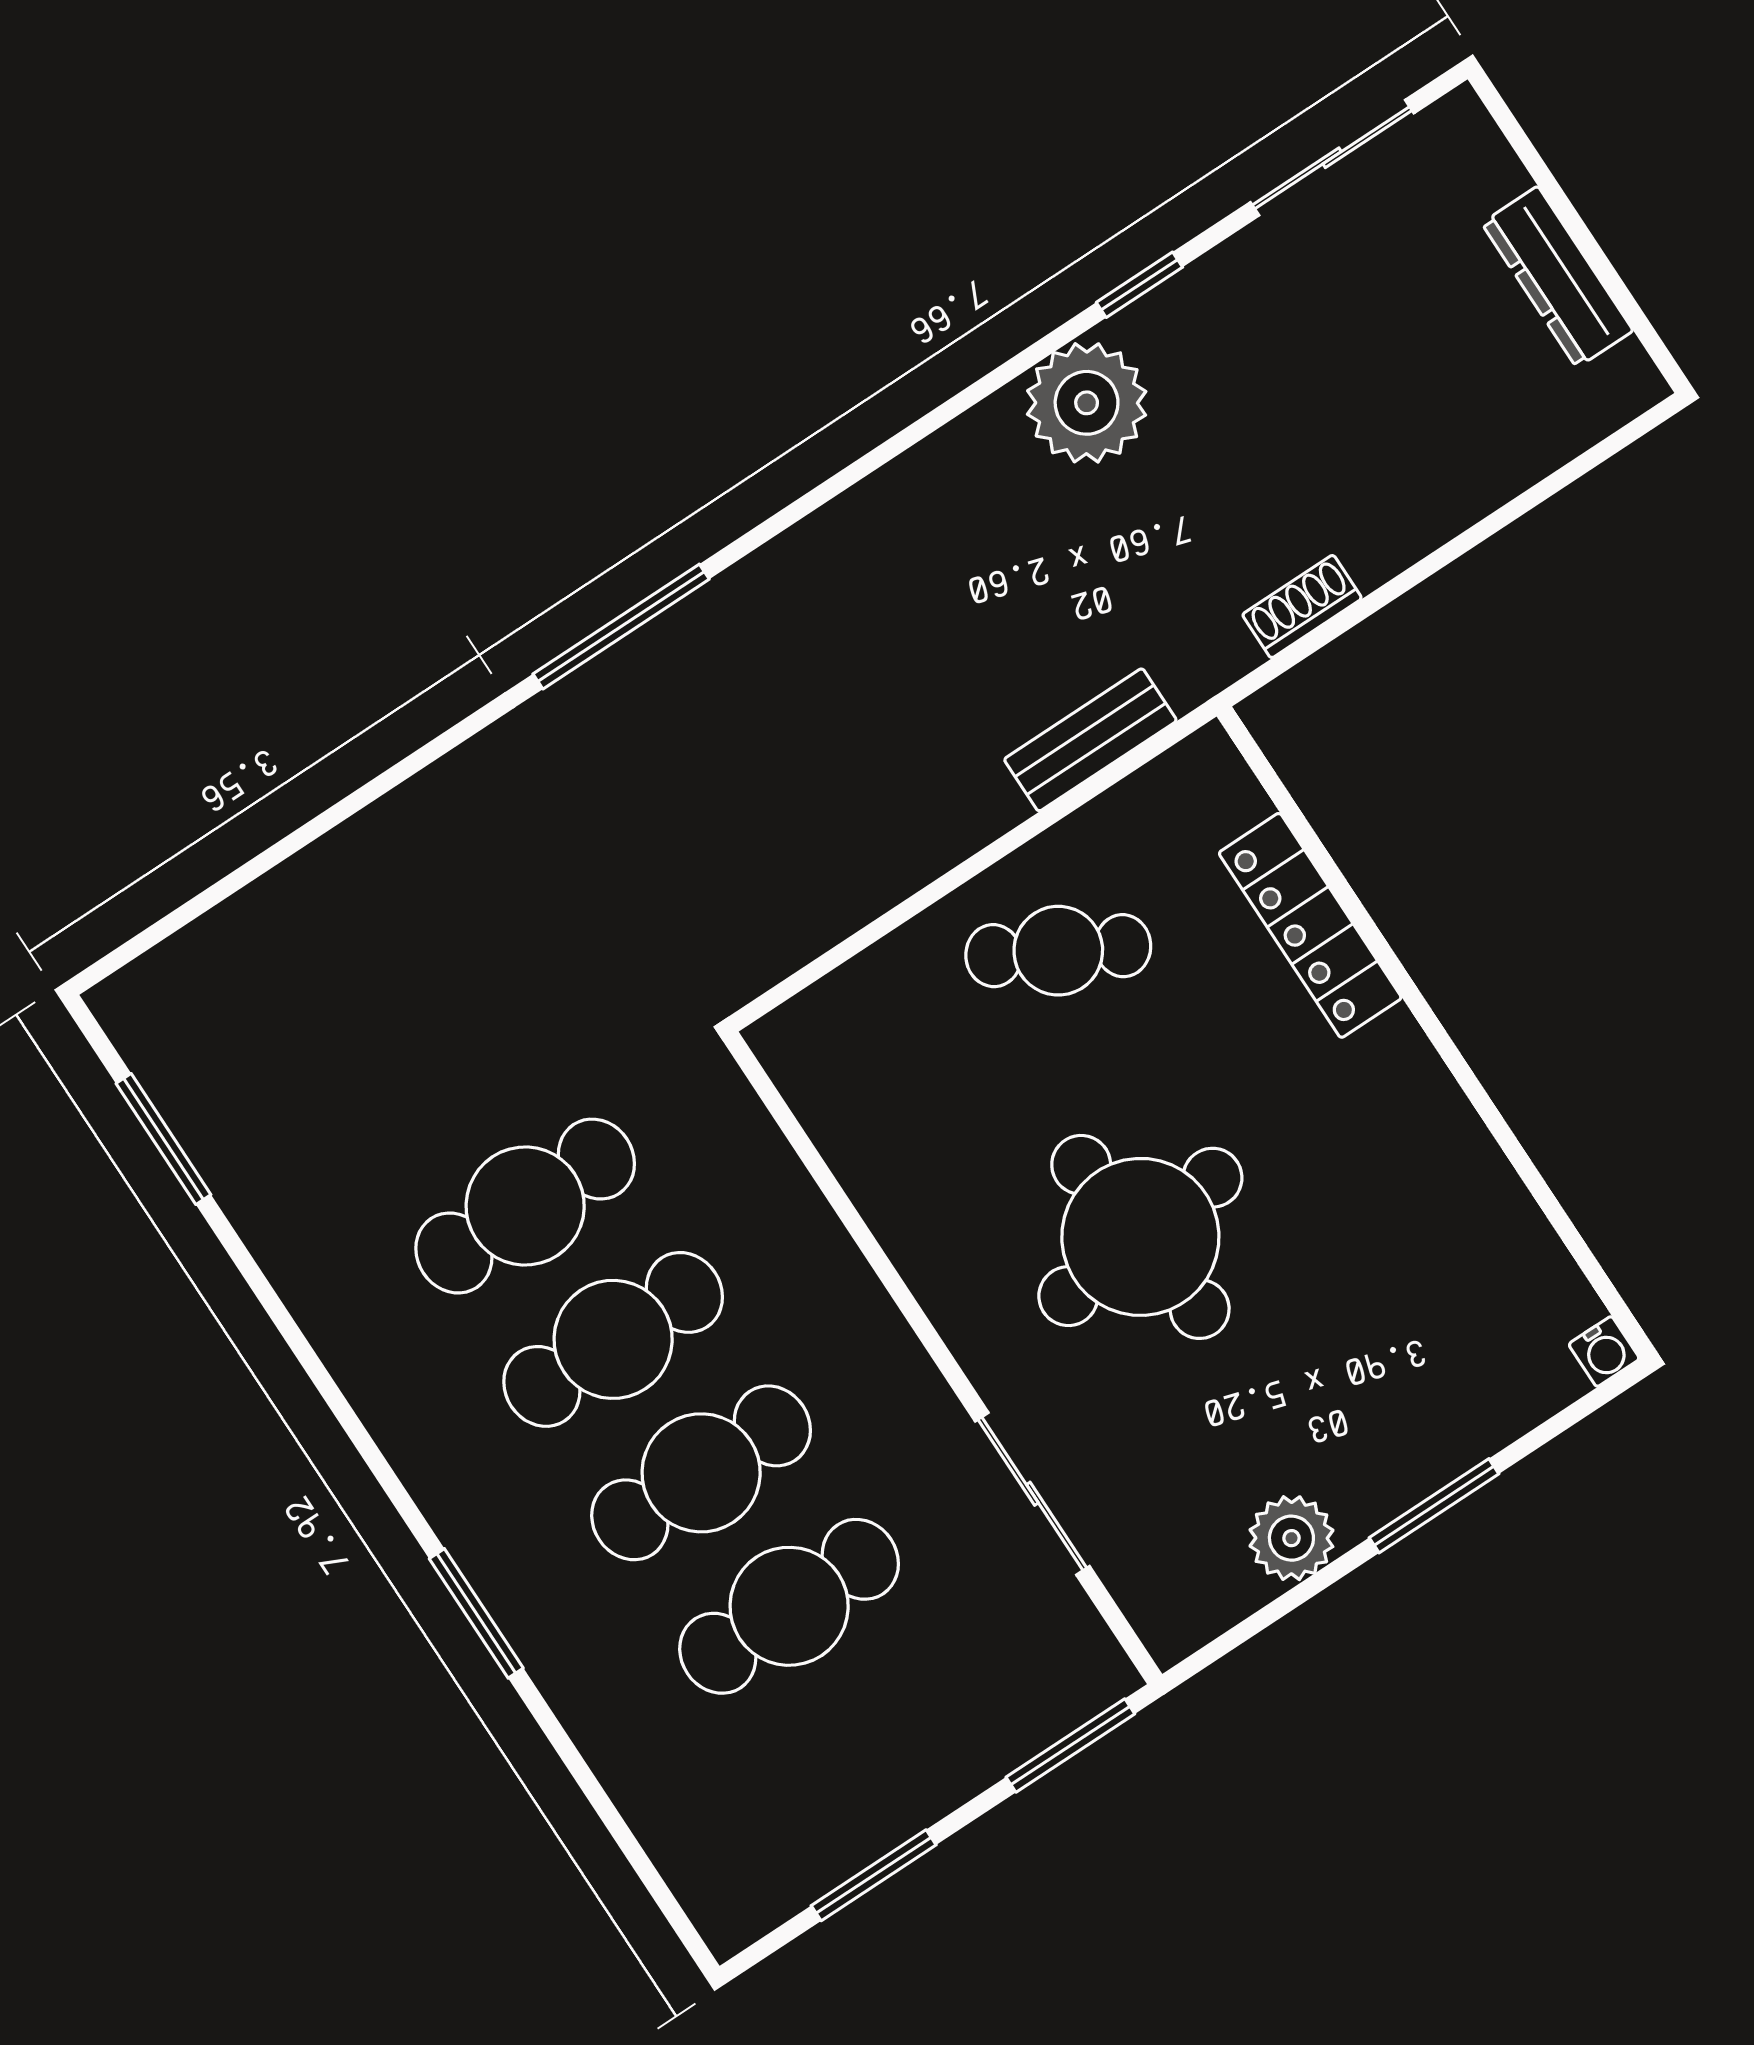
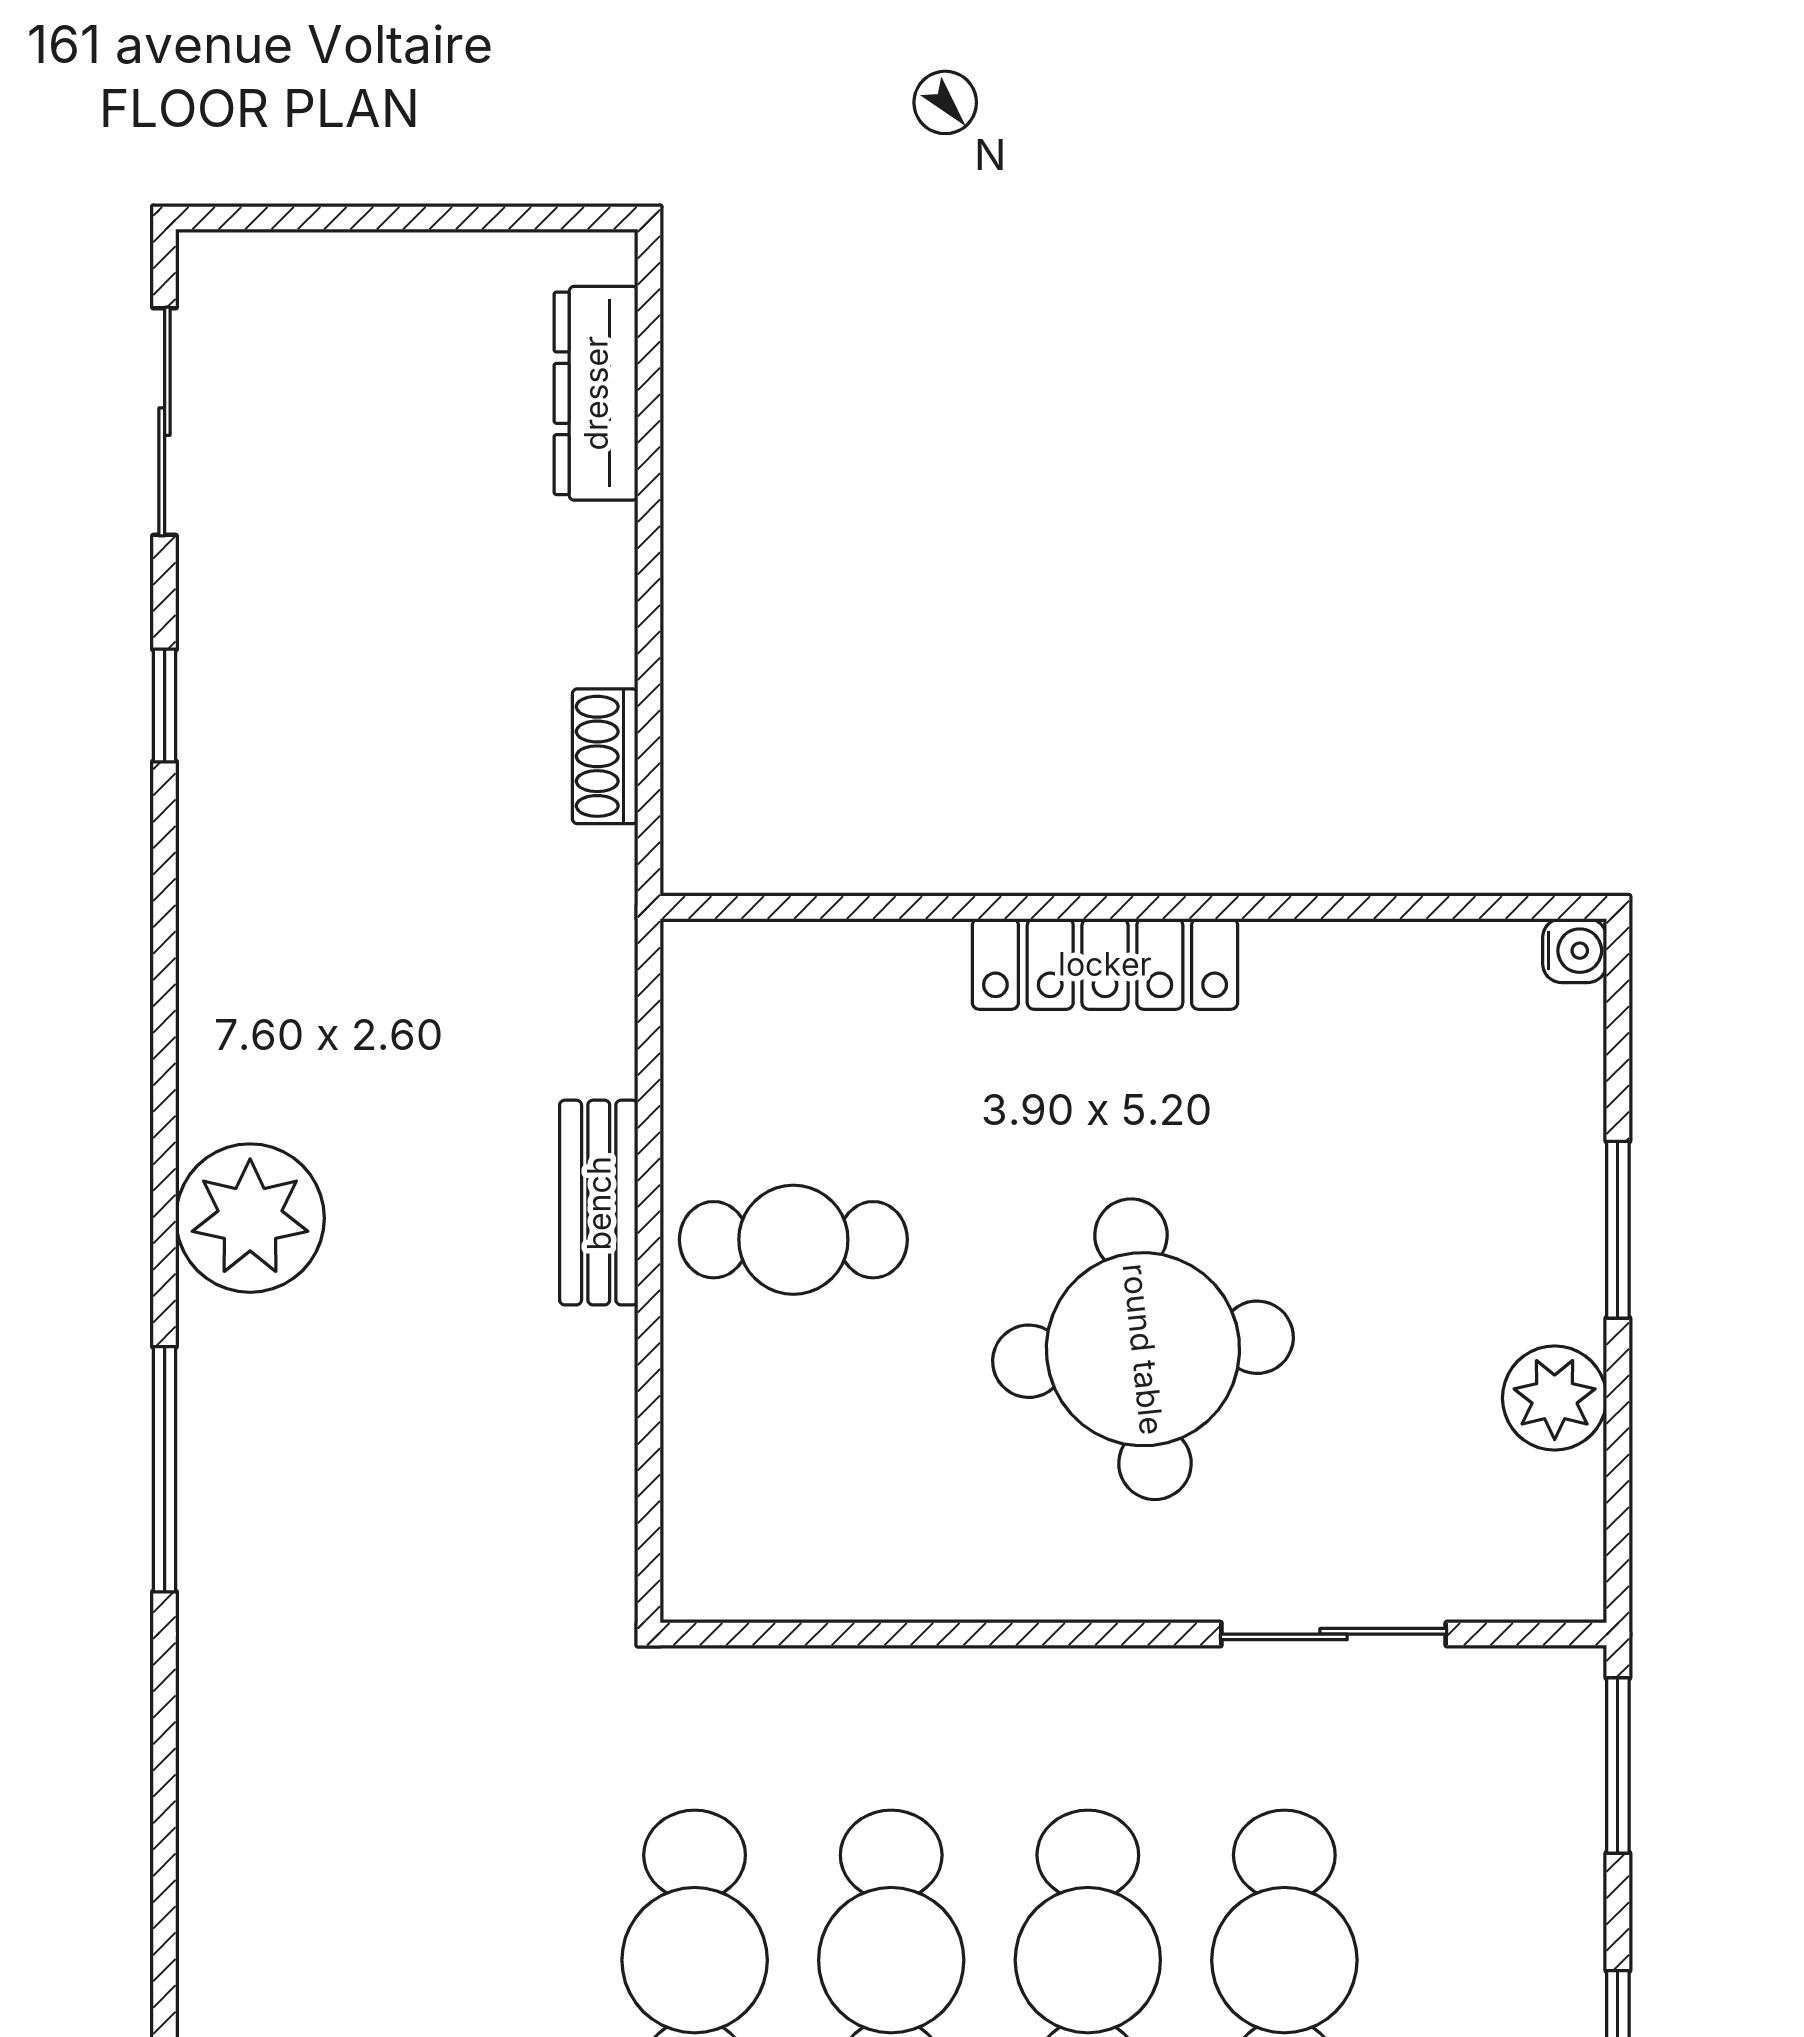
dresser: (1557, 277) -> (596, 393), moved, turned 90
plant: (1087, 403) -> (250, 1218), moved
bench: (1090, 740) -> (599, 1203), moved
locker: (1310, 925) -> (1105, 964), moved
cafe table: (1058, 951) -> (793, 1240), turned 61

